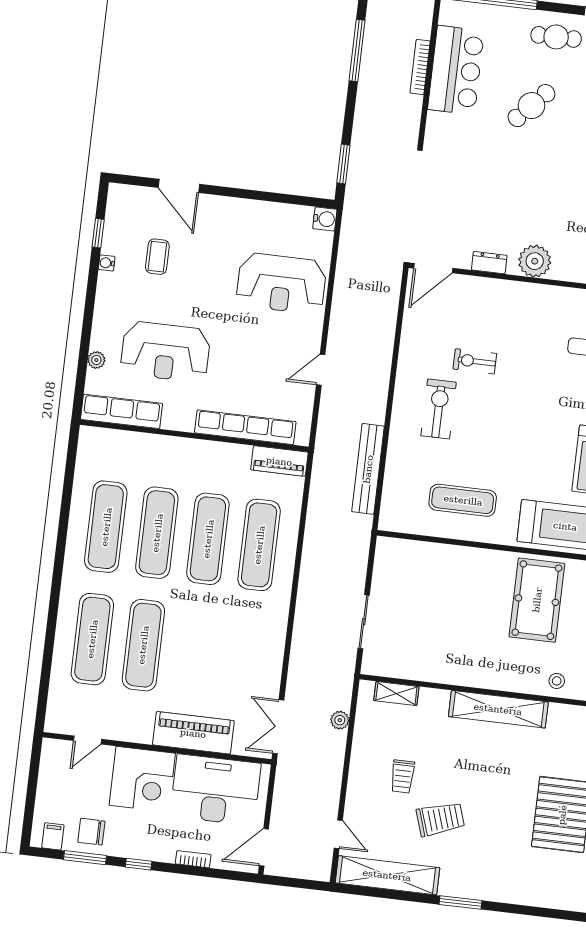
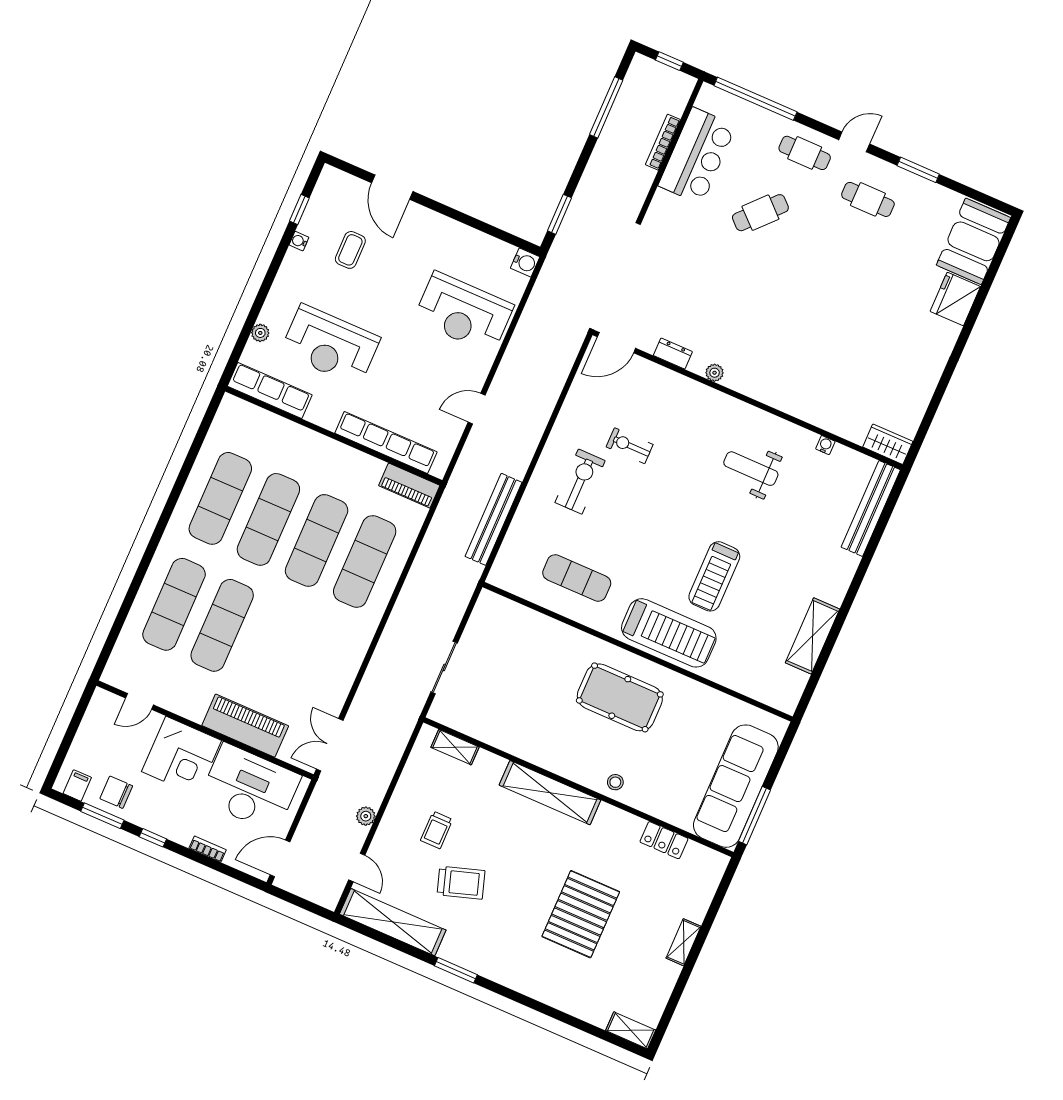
plant: (535, 261) -> (715, 373), width x0.53, depth x0.53
pool table: (537, 600) -> (620, 697), turned 90
plant: (340, 720) -> (366, 816), moved

